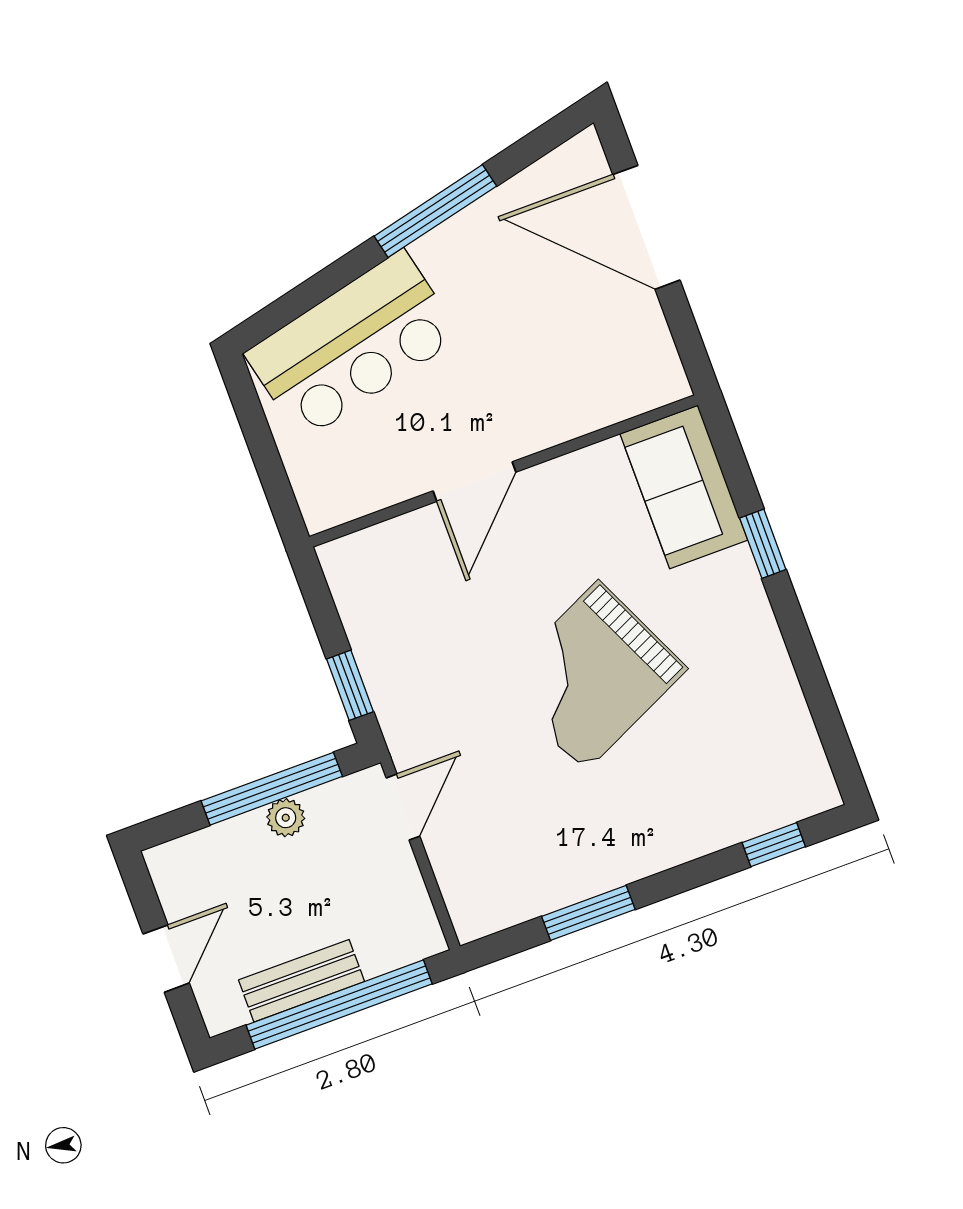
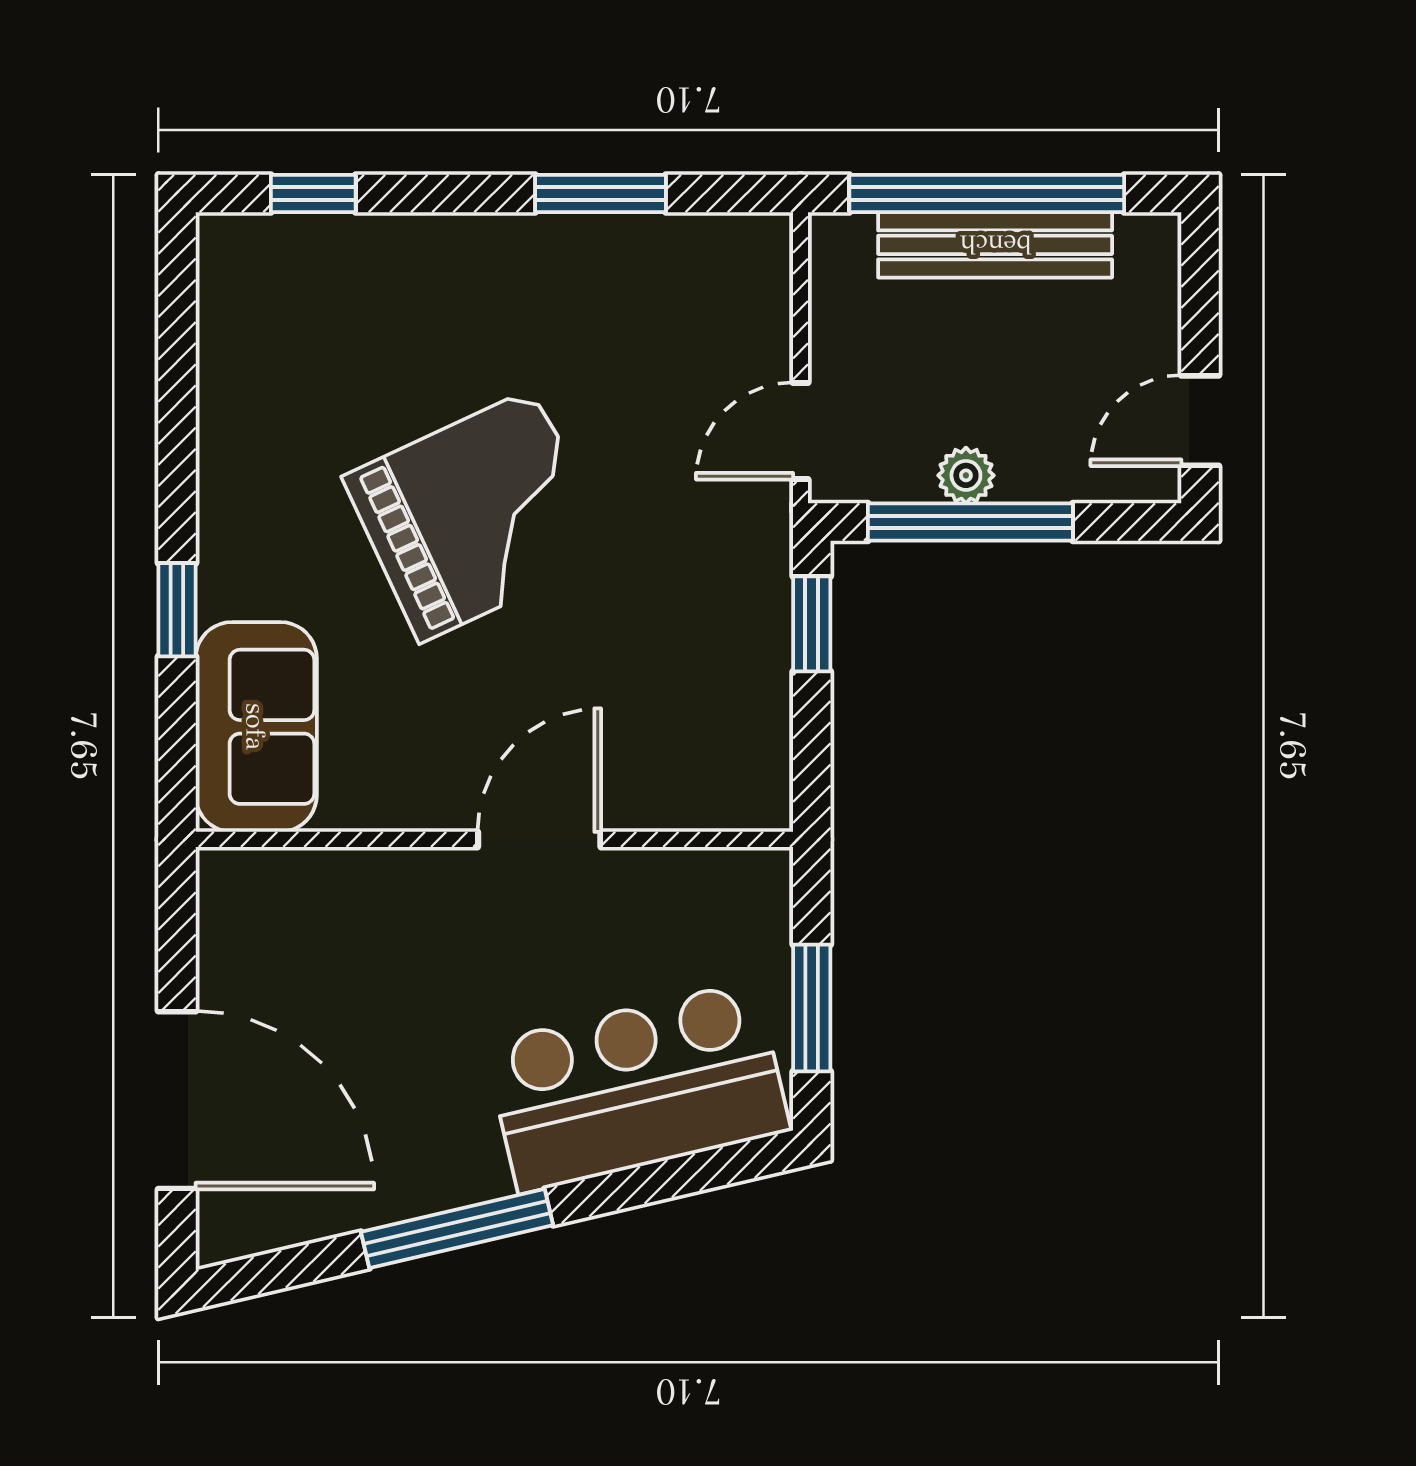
window: (259, 438) -> (812, 1008), added
door: (166, 959) -> (1200, 421), moved
bench: (302, 981) -> (995, 245), width x1.36

